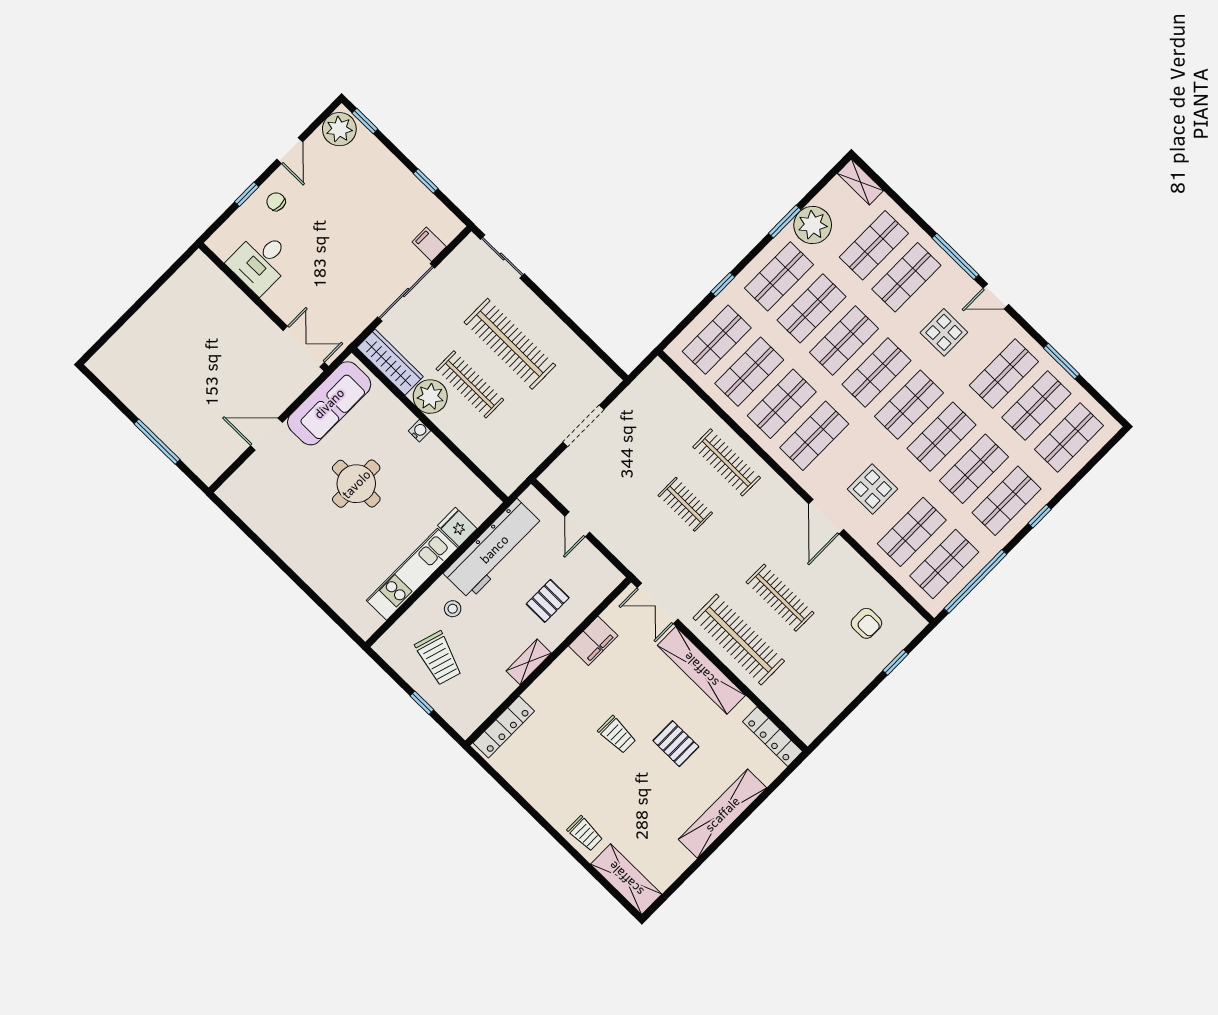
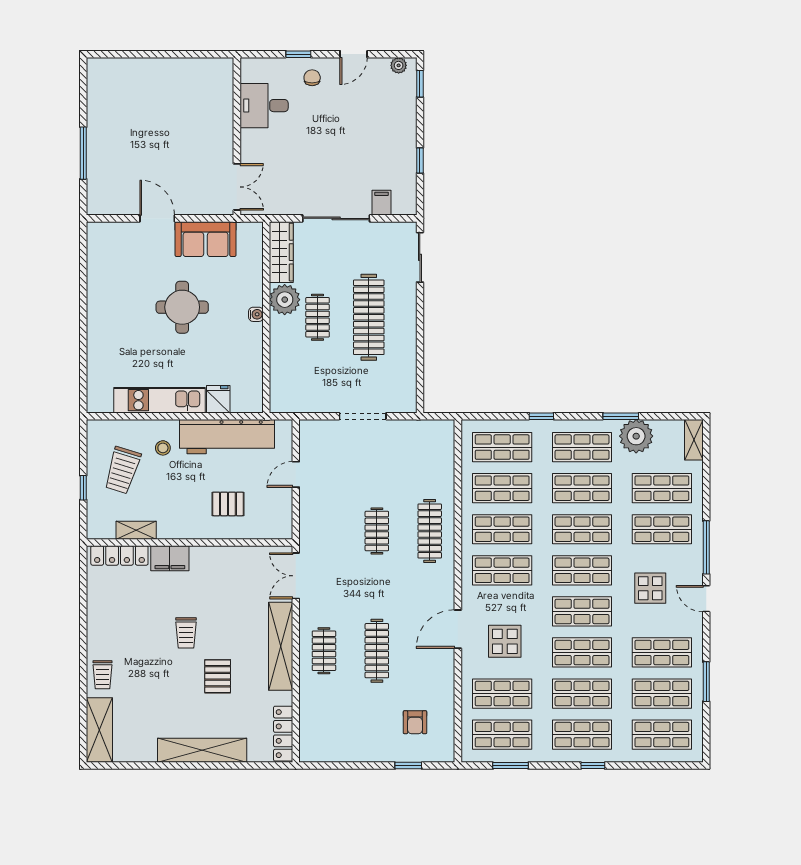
plant: (339, 129) -> (399, 65), width x0.53, depth x0.53
clothes rail: (470, 384) -> (318, 317), width x0.73
sofa: (329, 403) -> (206, 239), width x0.73
window: (975, 581) -> (511, 766), width x0.47
clothes rail: (739, 640) -> (324, 651), width x0.54, depth x0.76
filing cabinet: (593, 641) -> (170, 558), moved
shelving: (529, 662) -> (136, 530), moved

